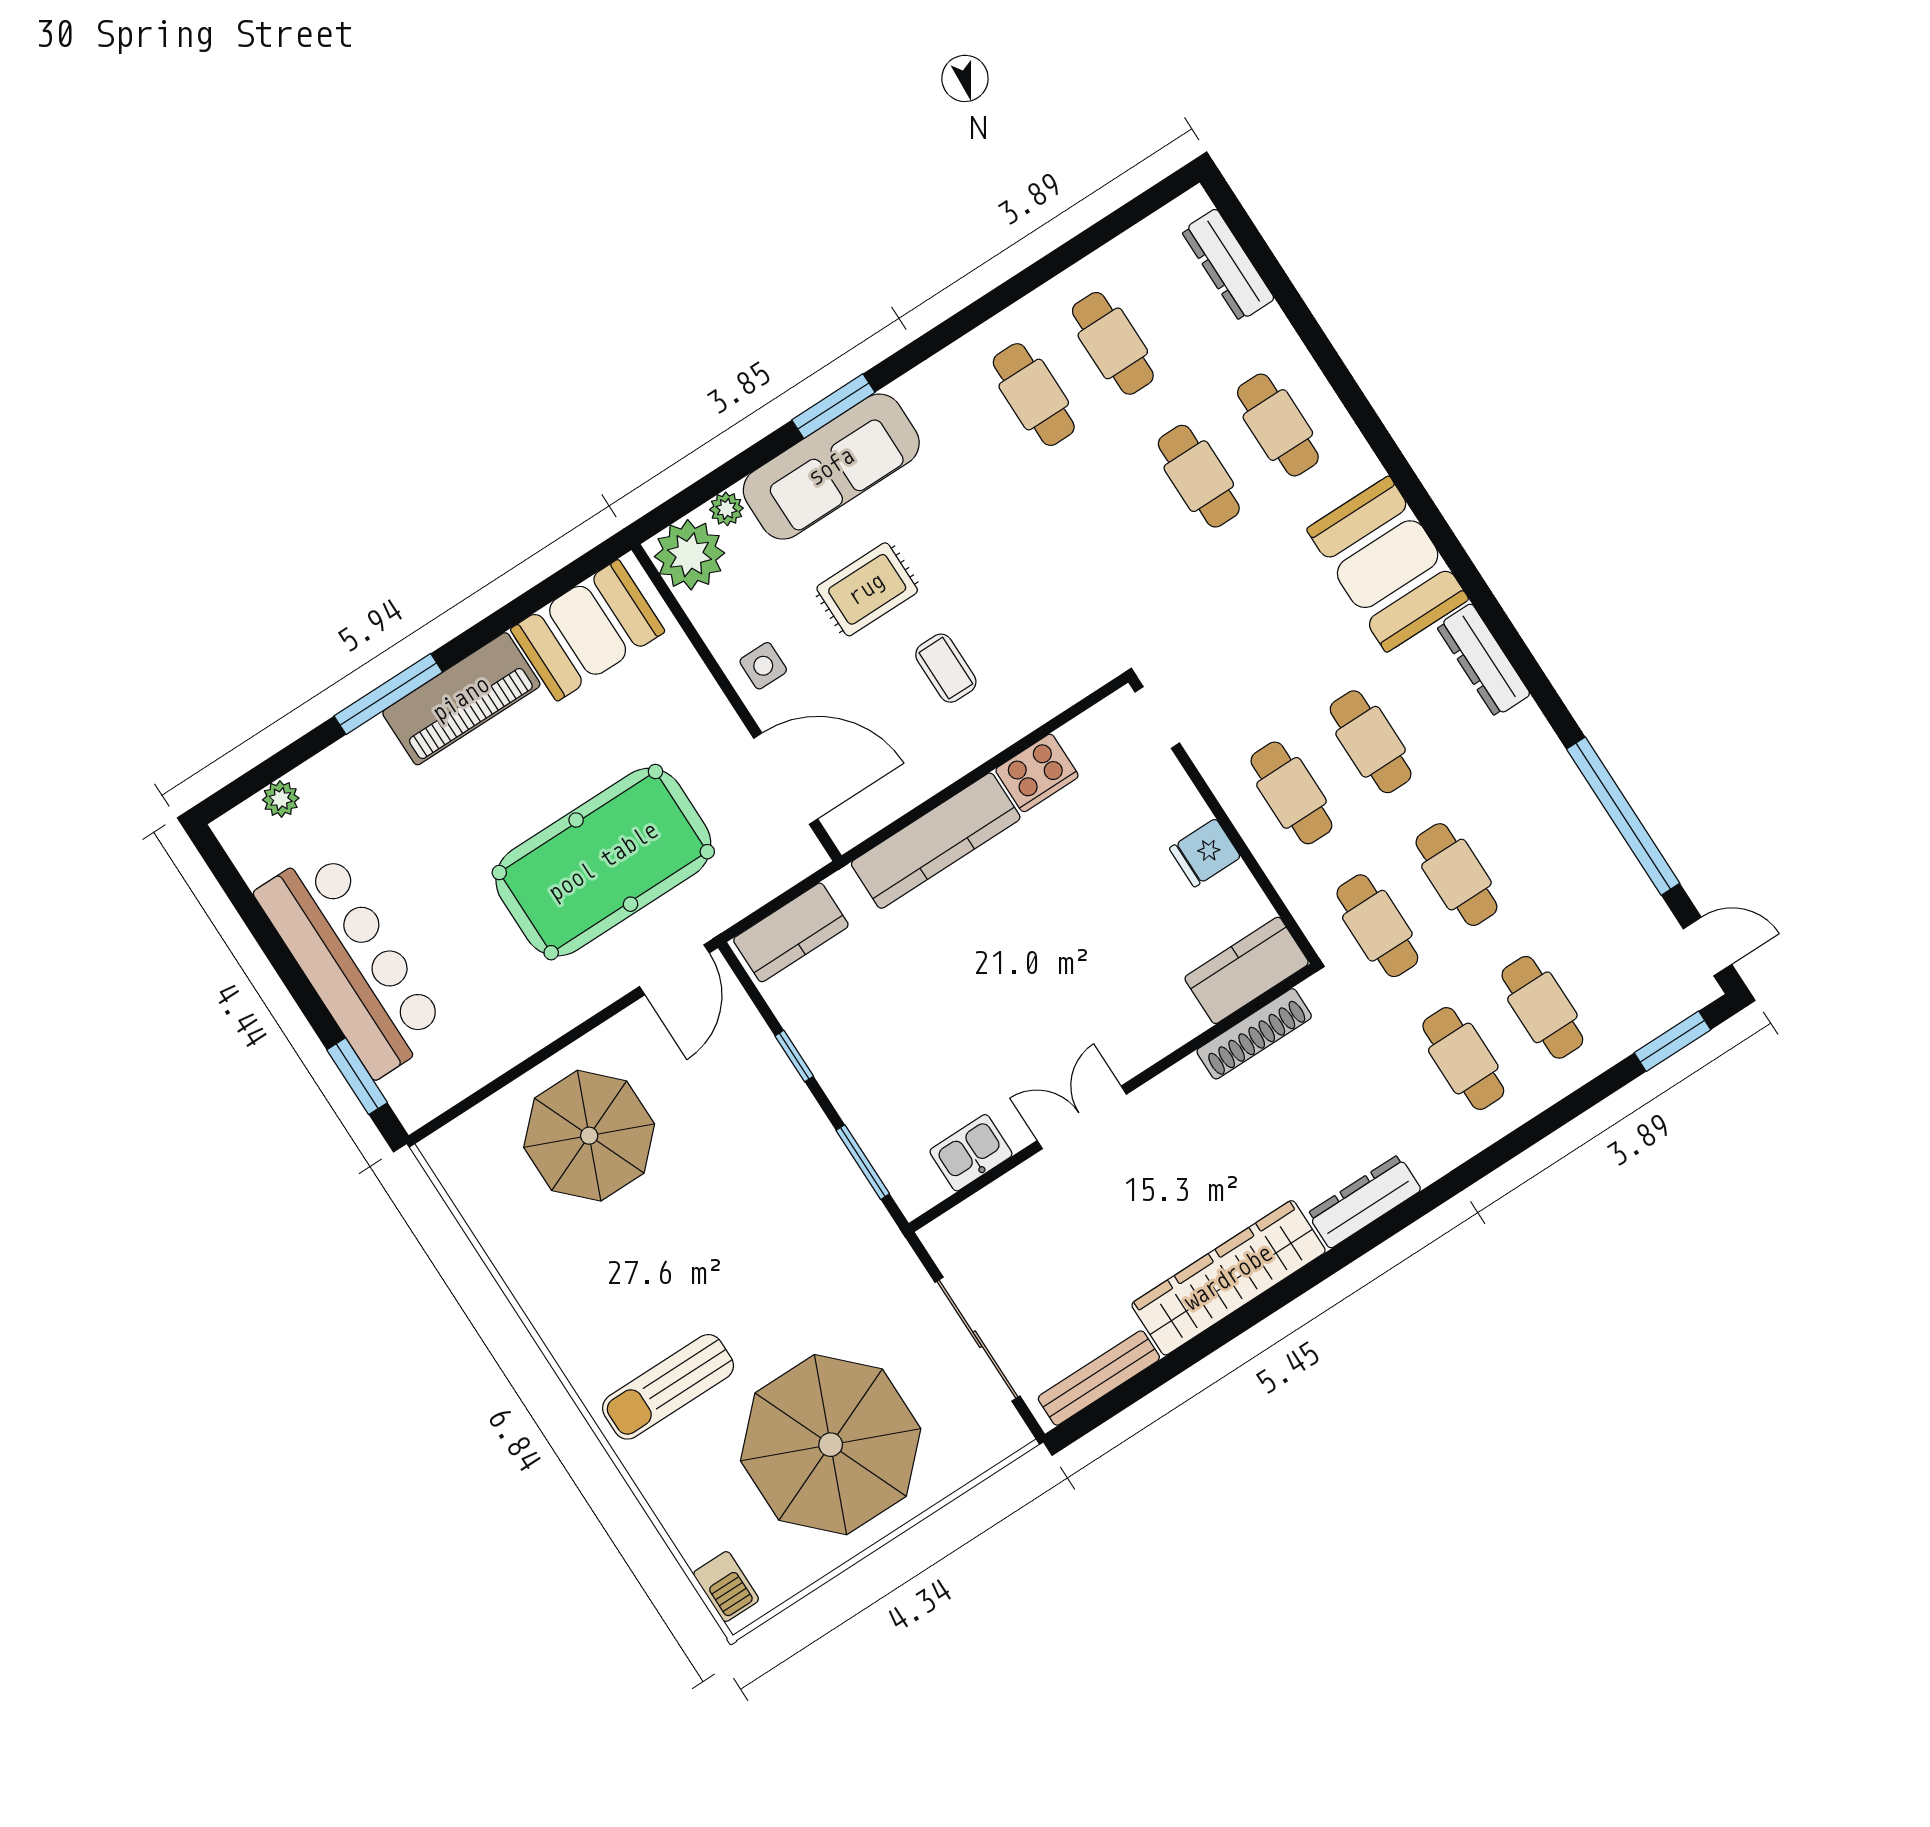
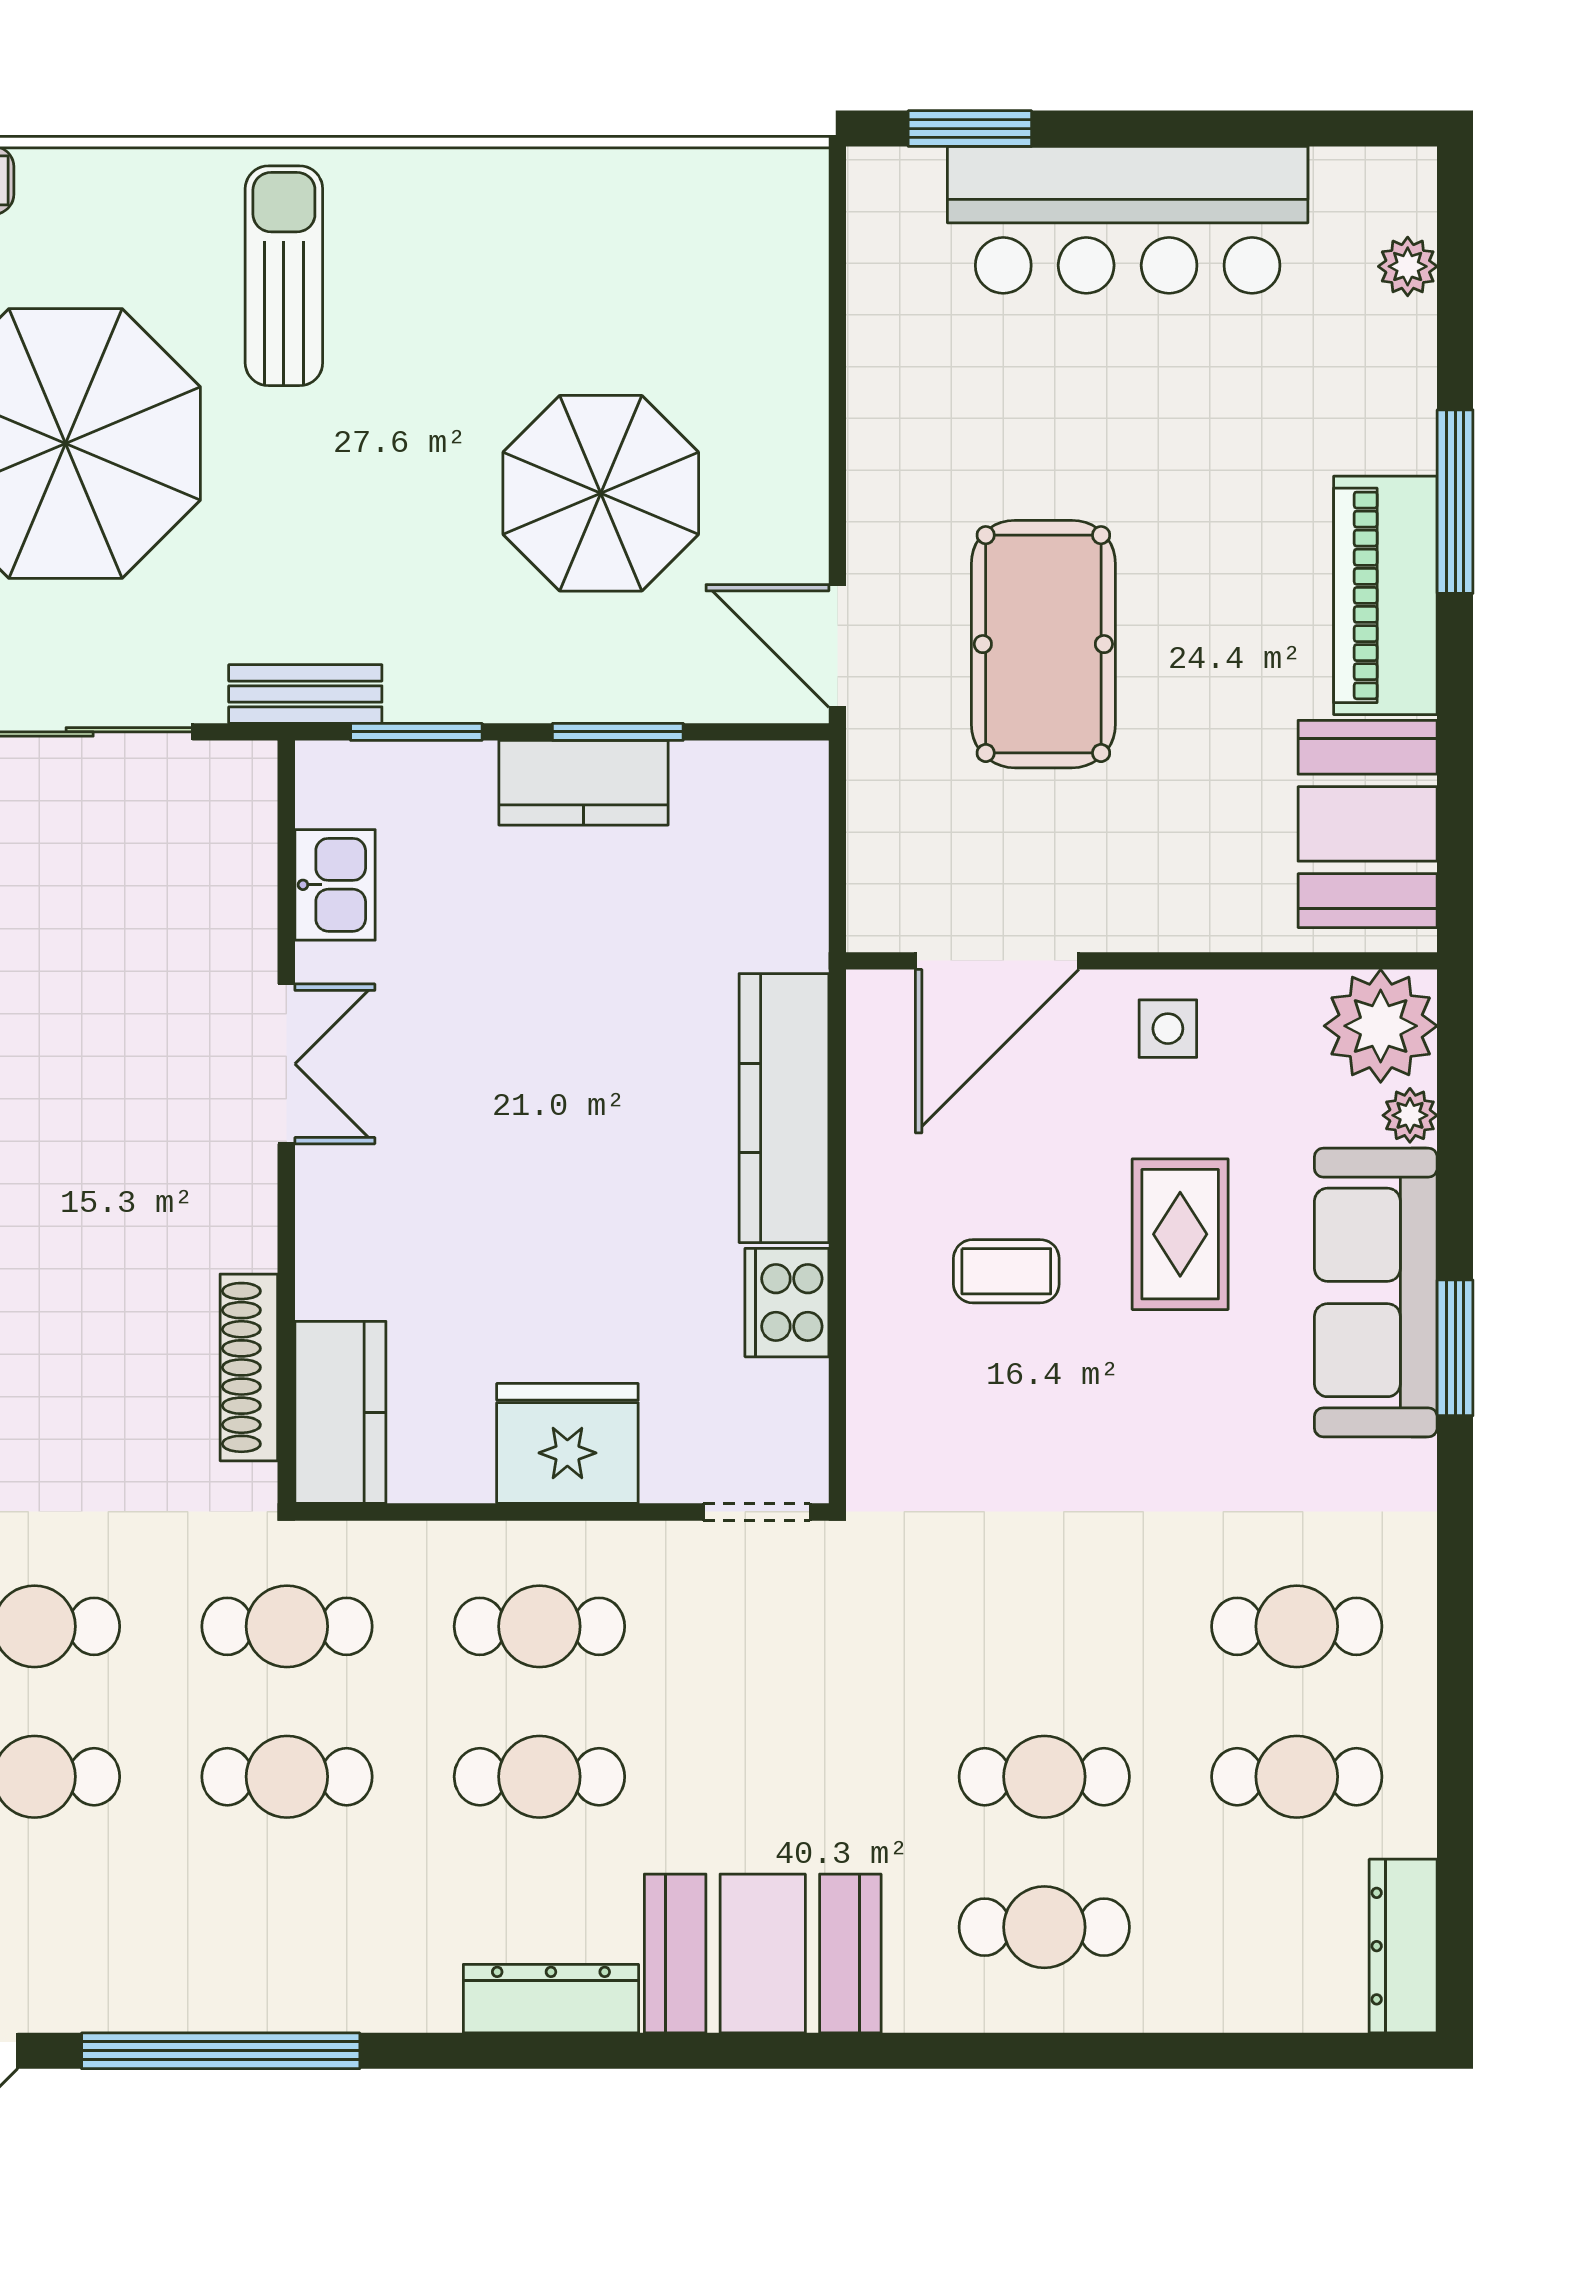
dresser: (1228, 265) -> (1403, 1946), moved, turned -90
fridge: (1205, 853) -> (567, 1443), width x1.88, depth x1.34
pool table: (603, 862) -> (1043, 644), width x0.73, depth x0.76
kitchen counter: (791, 932) -> (584, 783), moved, turned -90
window: (794, 1056) -> (618, 732), width x1.50
parasol: (589, 1136) -> (601, 493), moved
bench: (881, 1233) -> (305, 694), added

